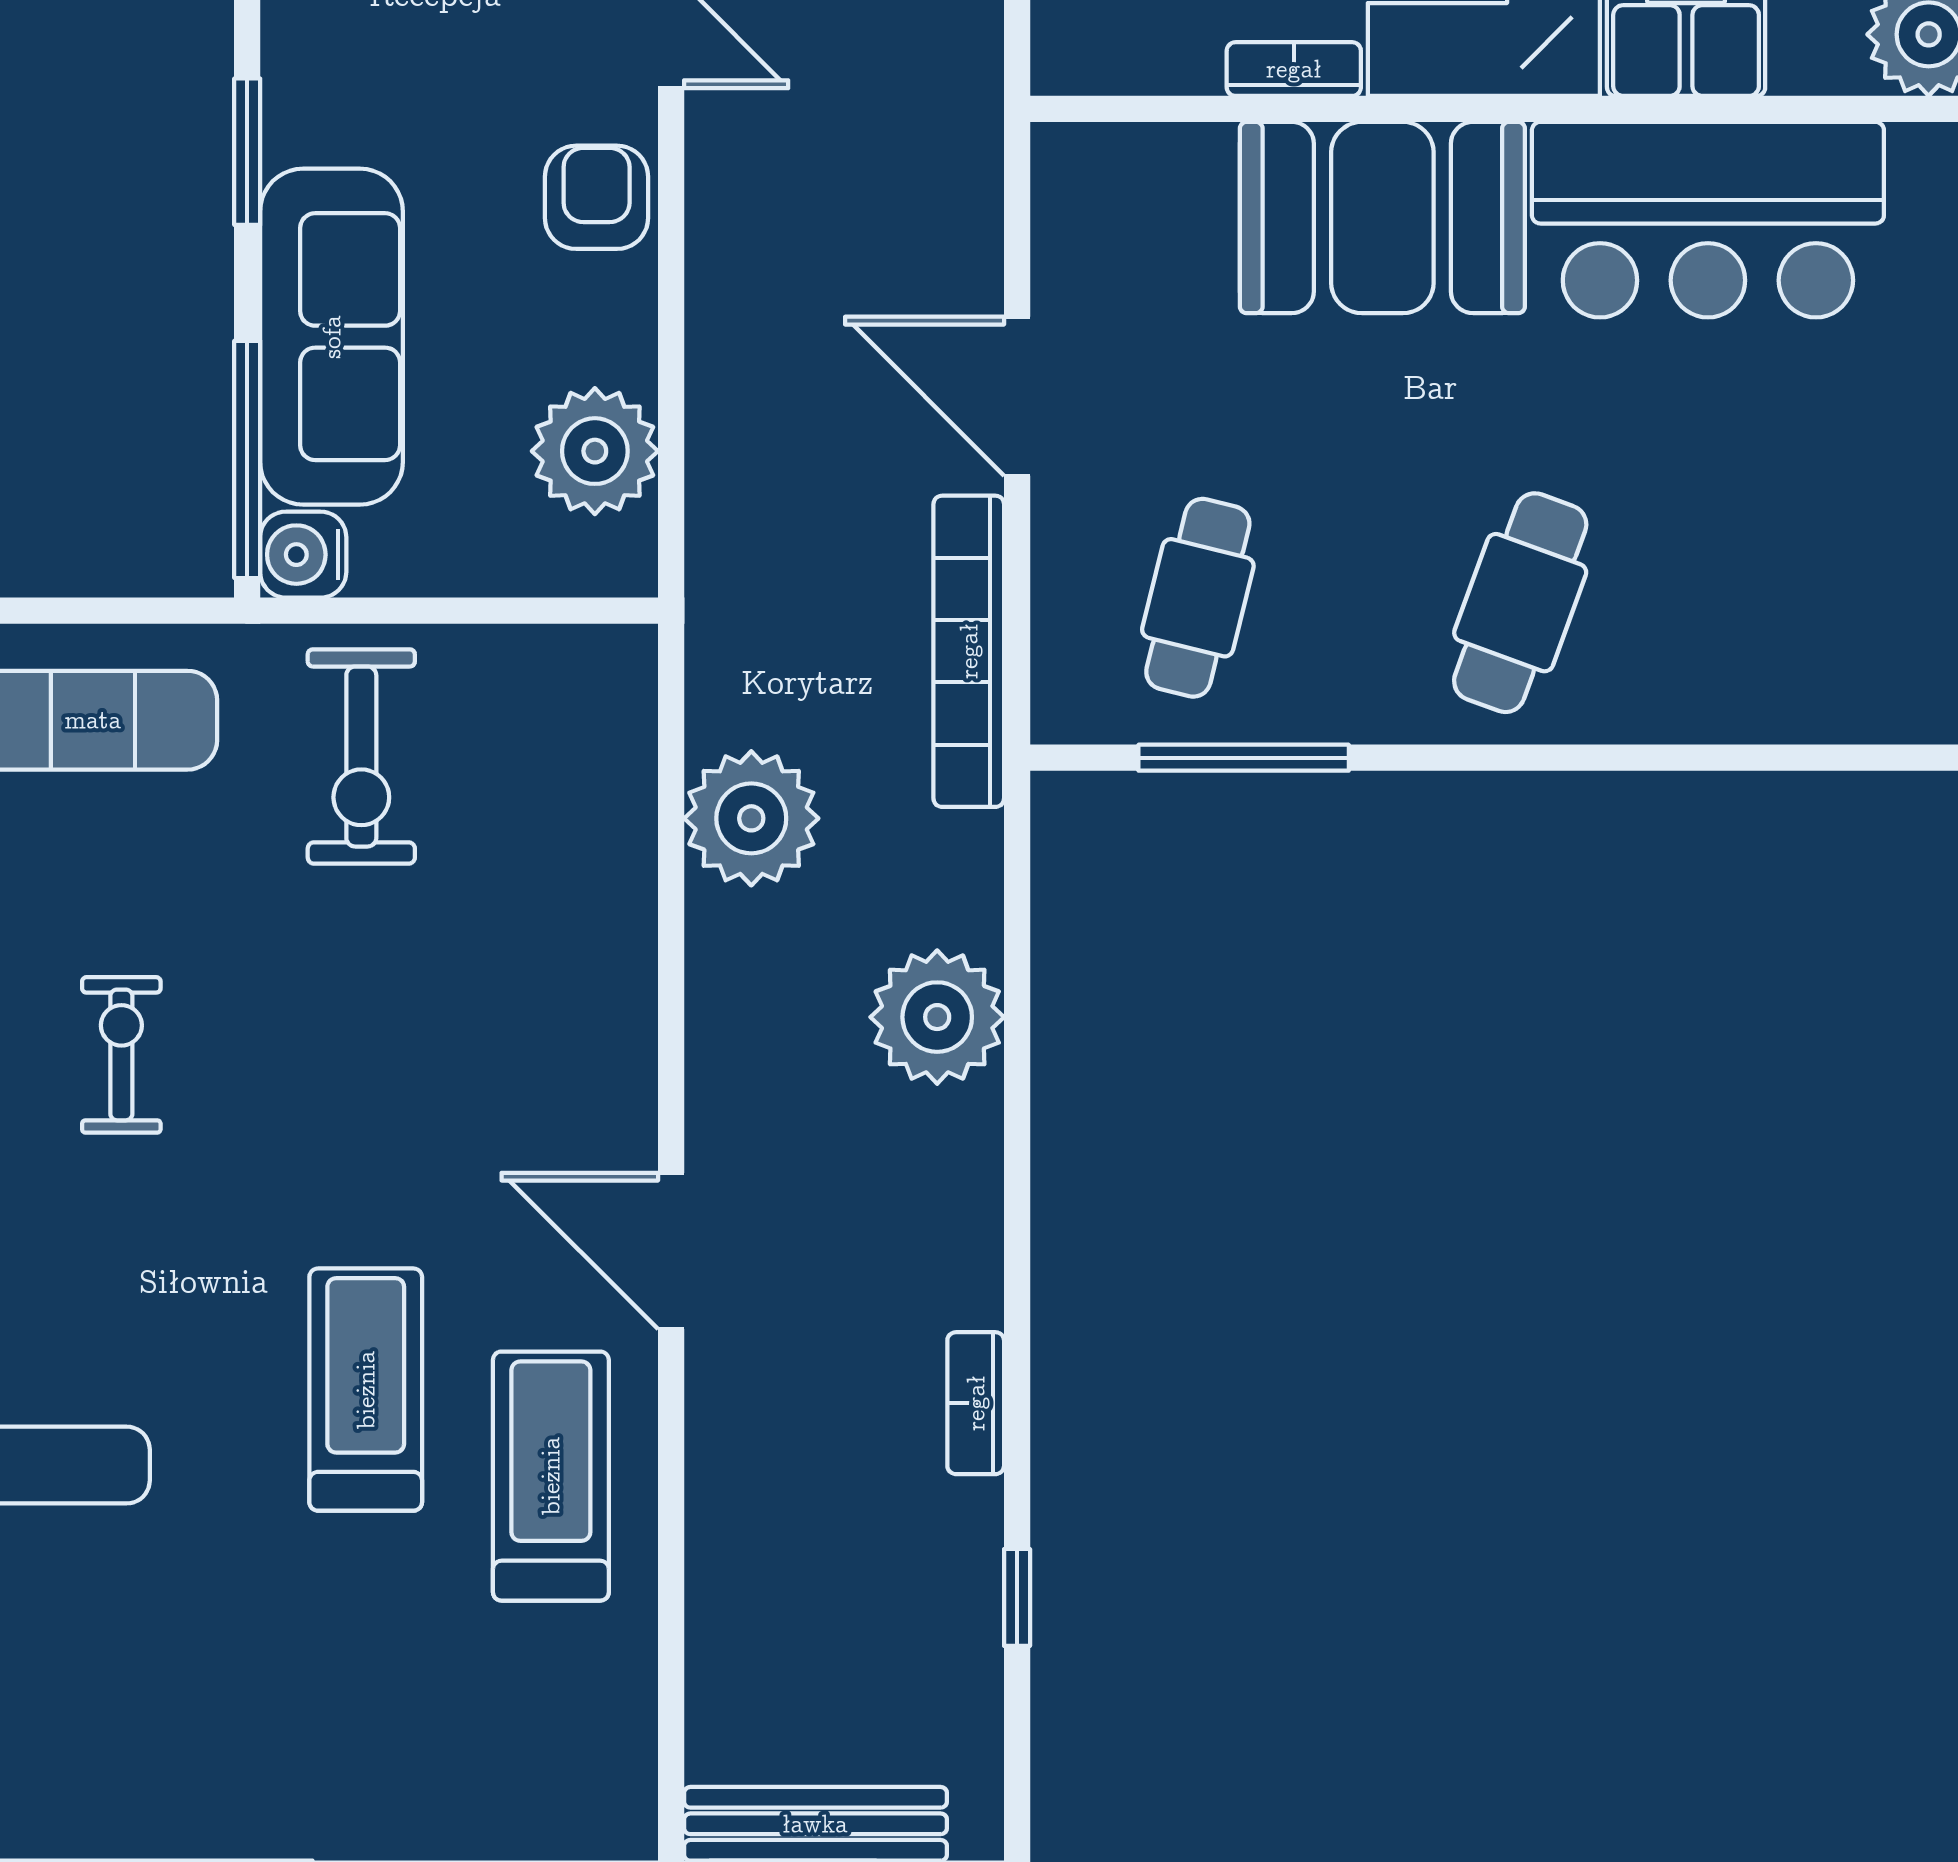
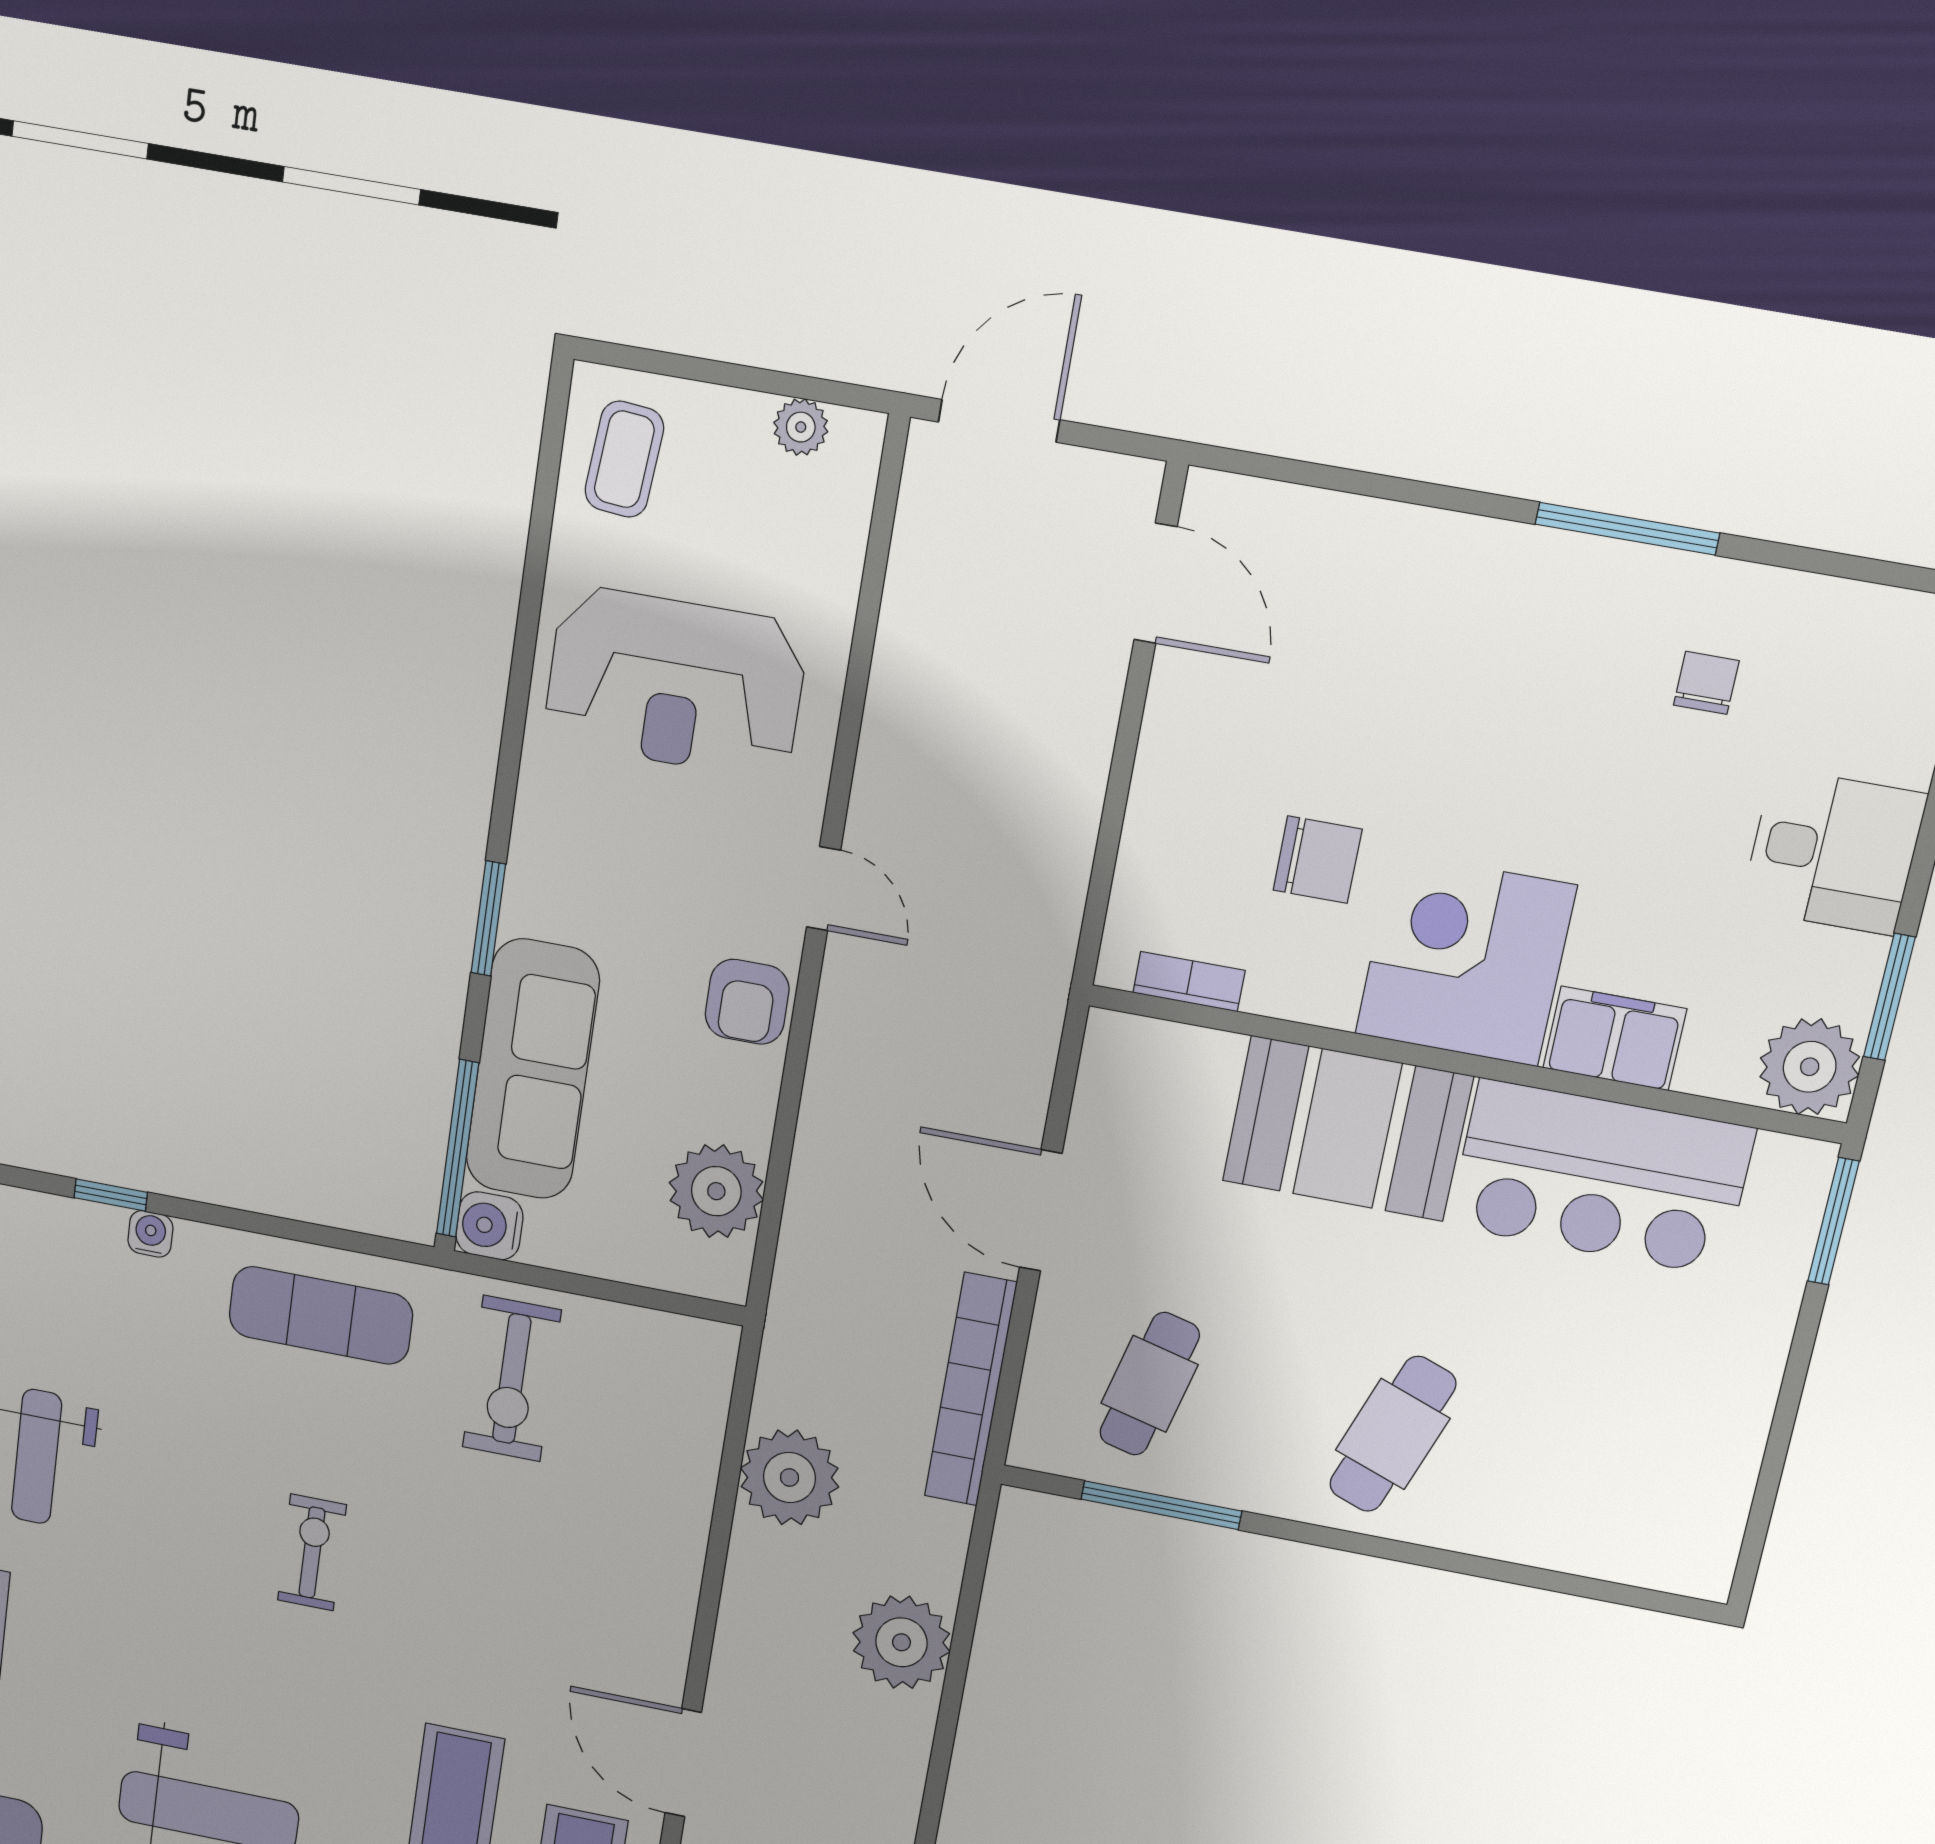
bookcase: (1294, 69) -> (1189, 982), moved
armchair: (597, 197) -> (747, 1002), turned 180

